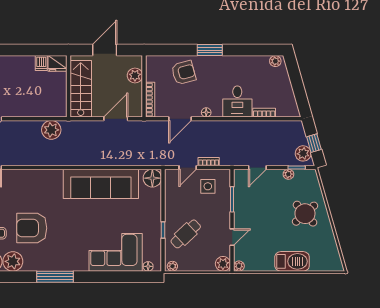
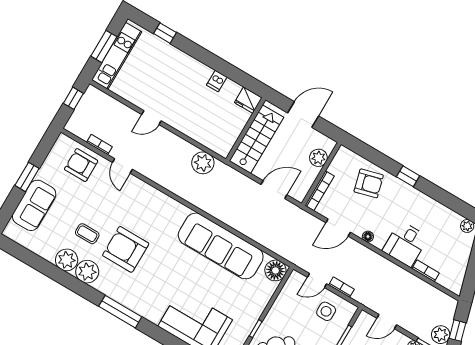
window: (210, 50) -> (408, 176), width x0.67
dishwasher: (41, 63) -> (217, 81), moved

